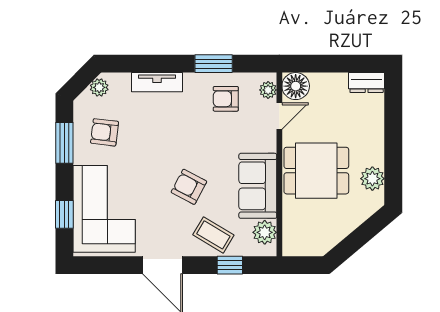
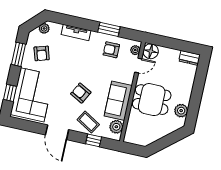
armchair: (105, 132) -> (42, 53), turned -114

